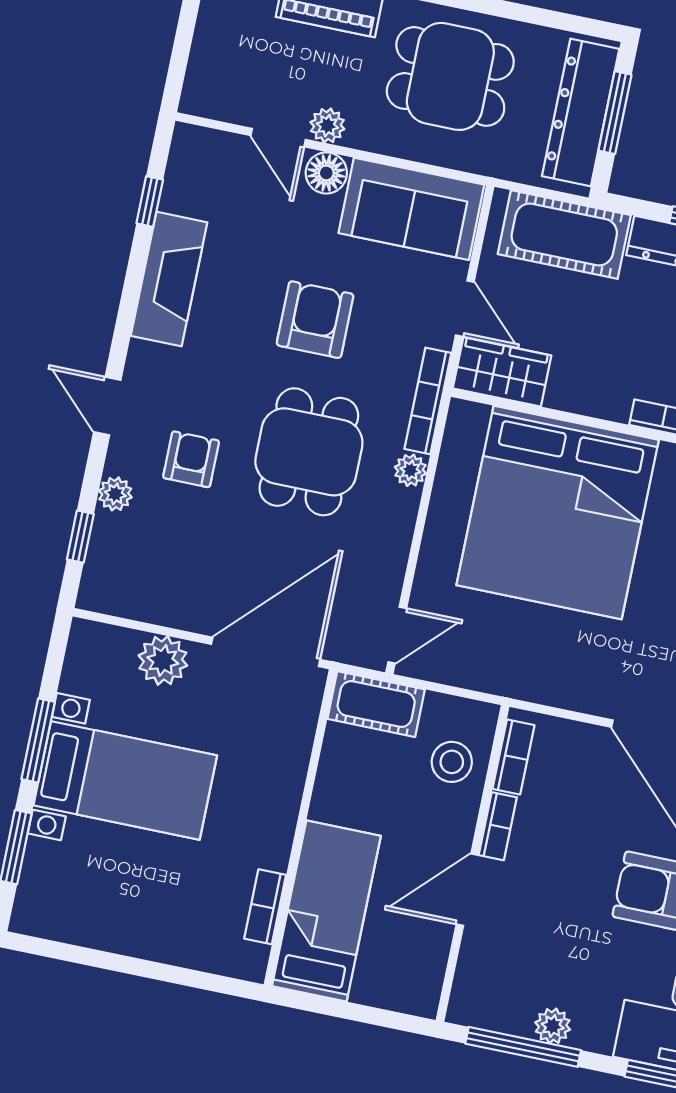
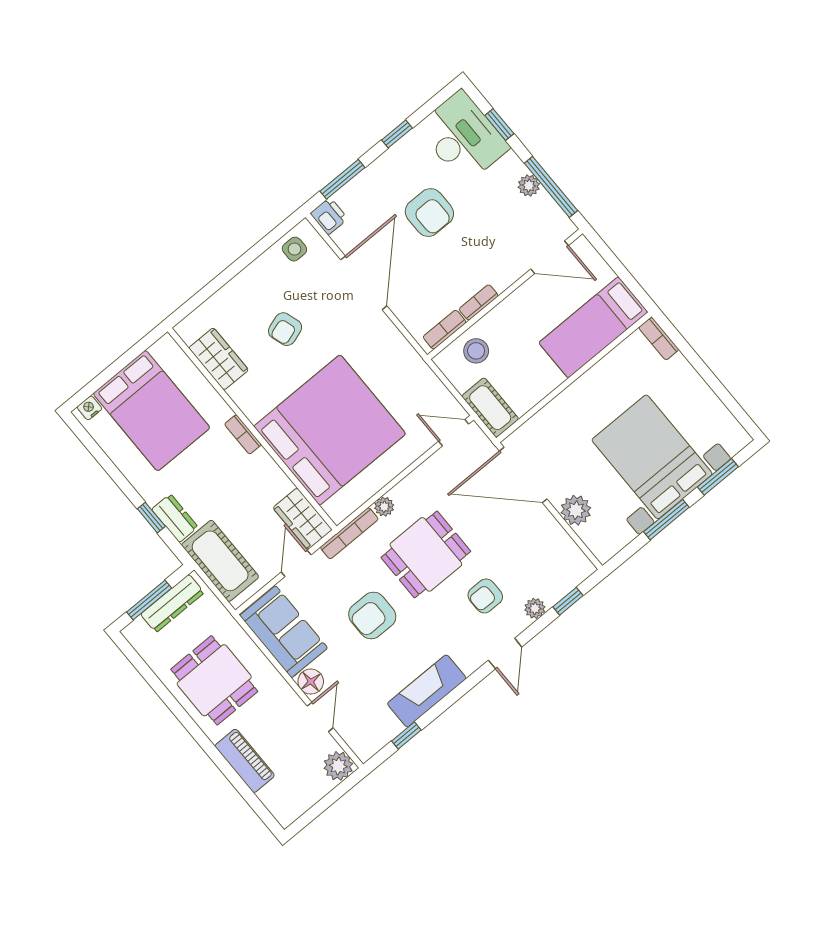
dresser: (581, 112) -> (172, 603), width x0.73, depth x0.80
plant: (327, 126) -> (338, 766), moved, width x1.38, depth x1.38
bed with nightstands: (125, 780) -> (652, 457), width x1.36
door: (467, 890) -> (550, 257), moved
bookcase: (265, 907) -> (659, 339), moved, turned 90

